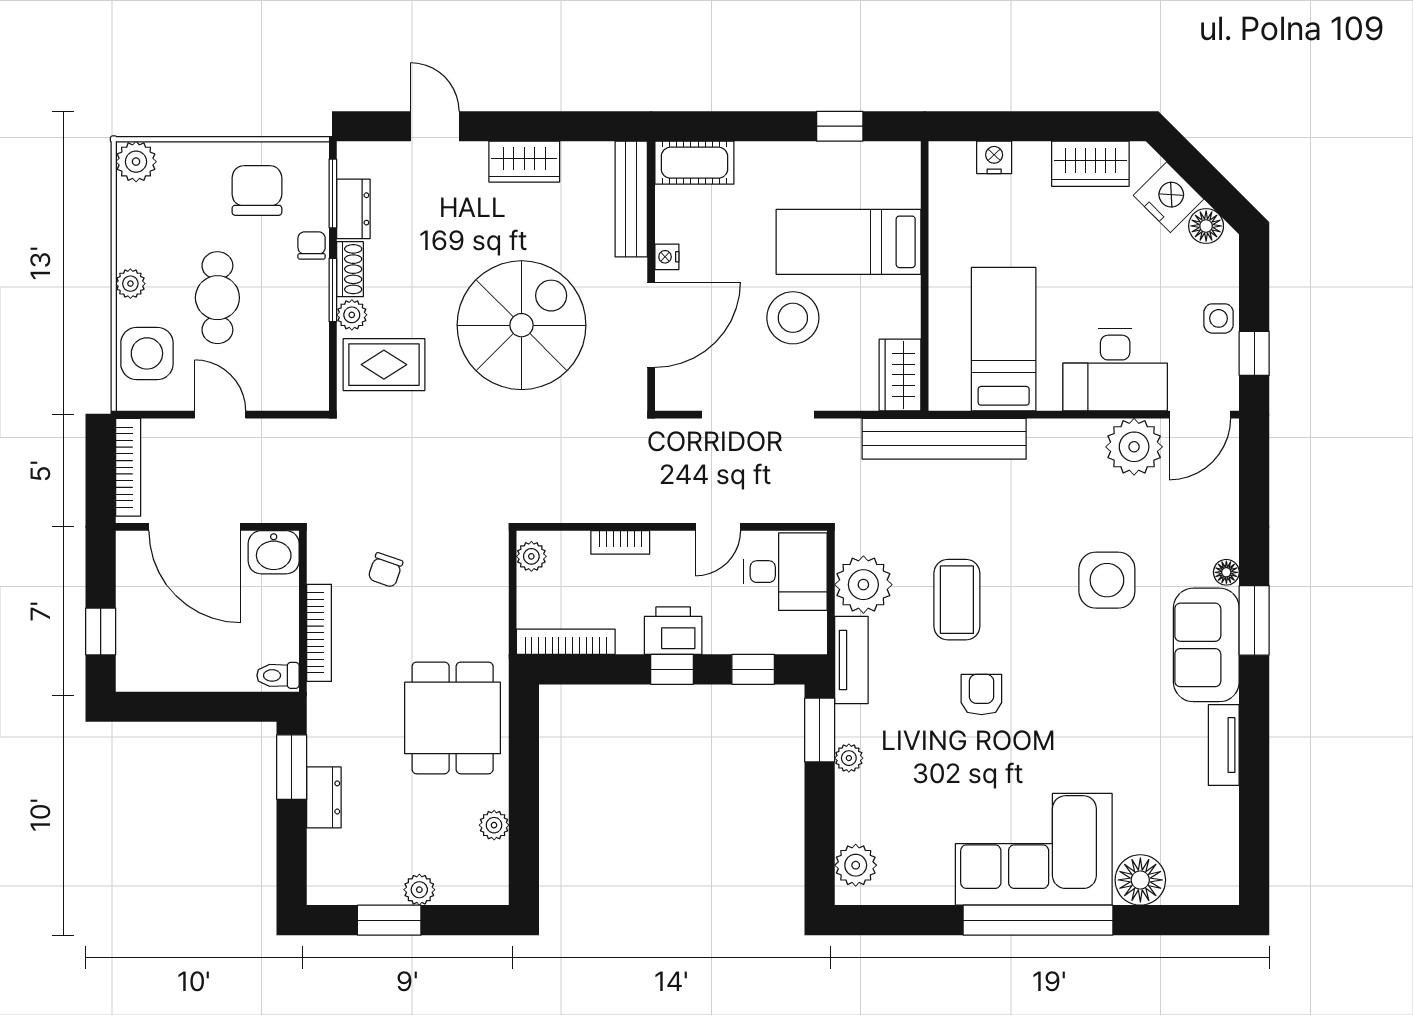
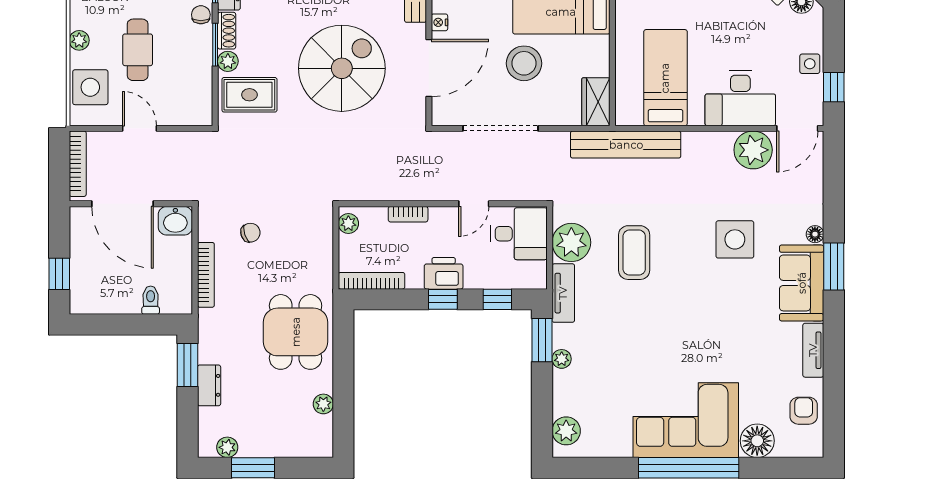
chair: (385, 570) -> (250, 233), turned -127
toilet: (278, 675) -> (151, 300), moved, turned 90
armchair: (981, 694) -> (804, 411), moved
plant: (419, 890) -> (227, 447), moved

